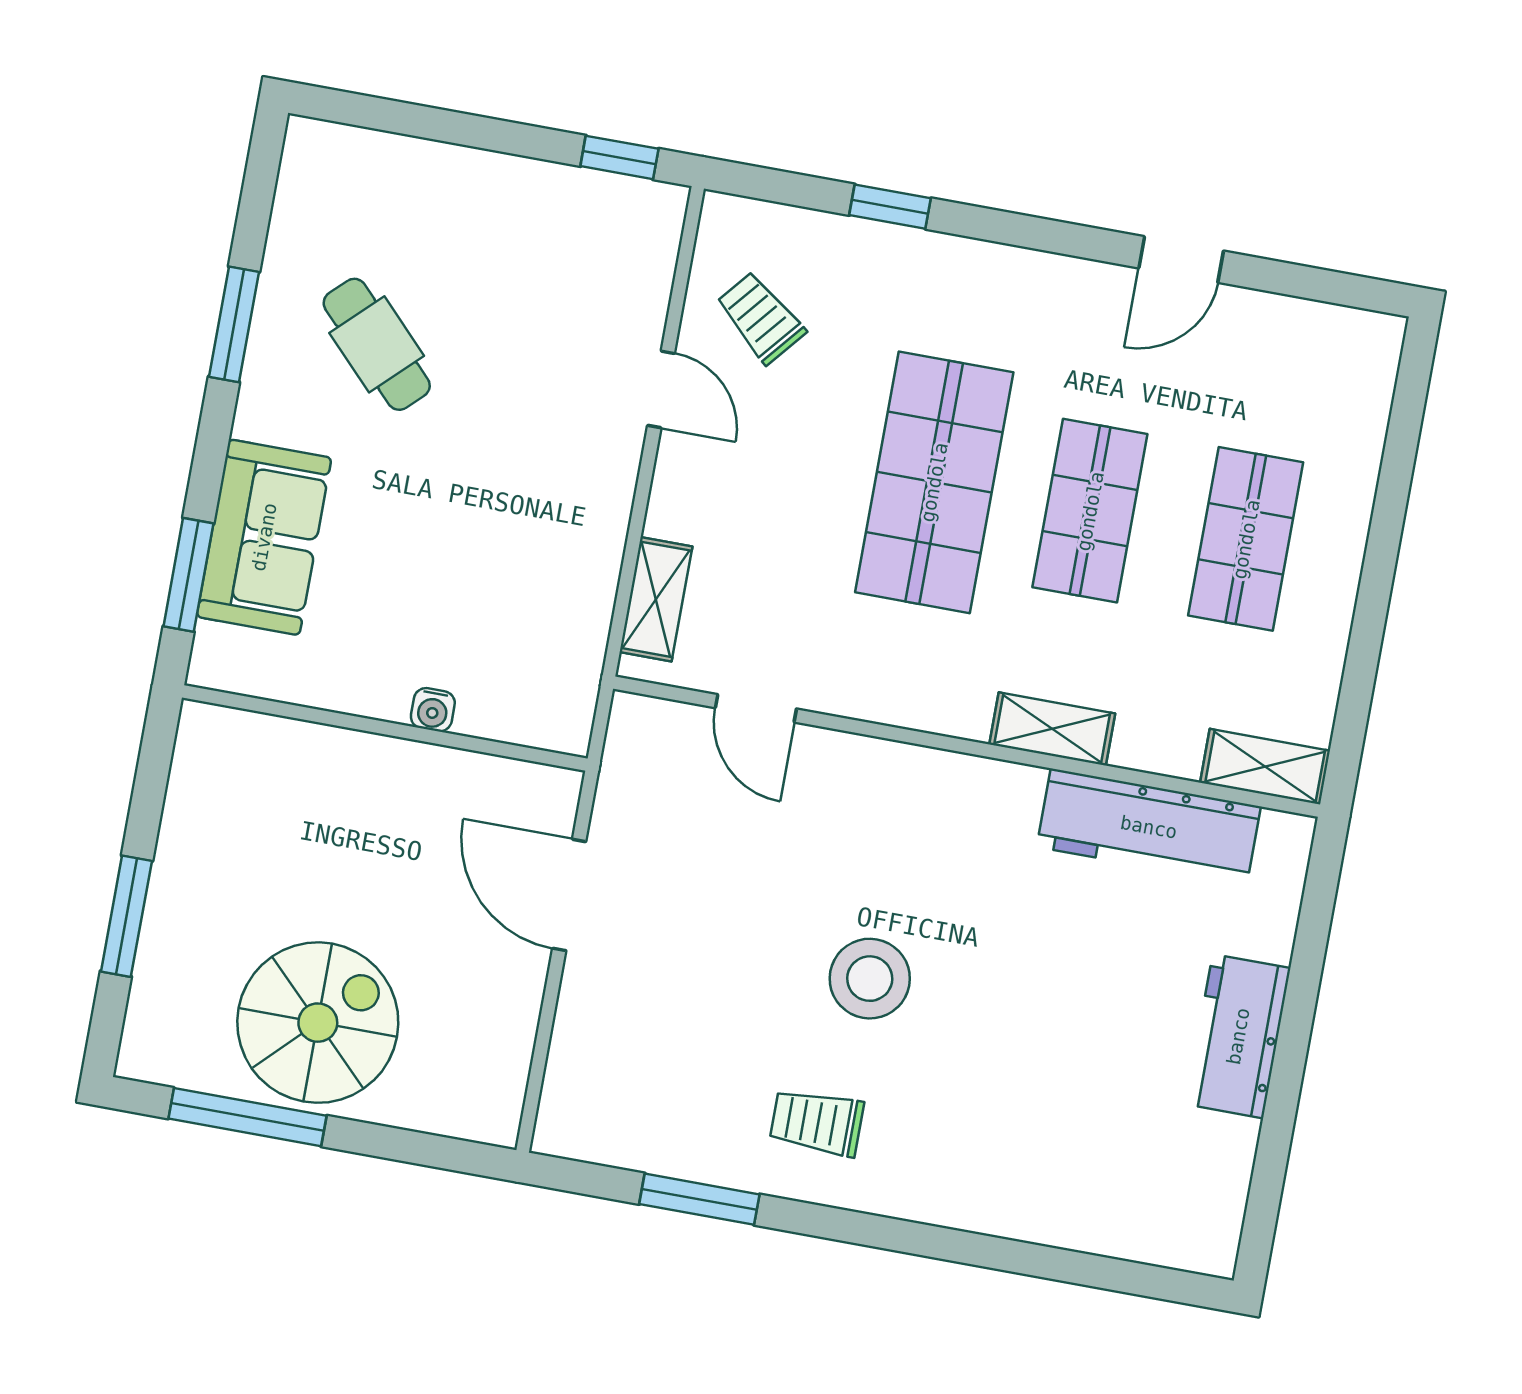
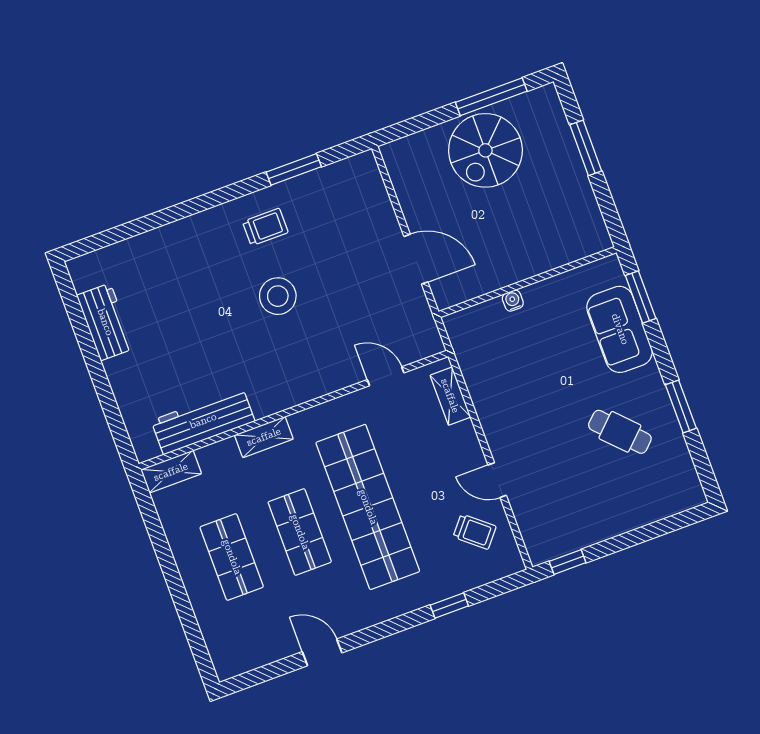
door: (1181, 260) -> (322, 652), hinge flipped
shop shelf: (934, 482) -> (368, 507), width x1.40
workbench: (1238, 1036) -> (105, 322), moved

